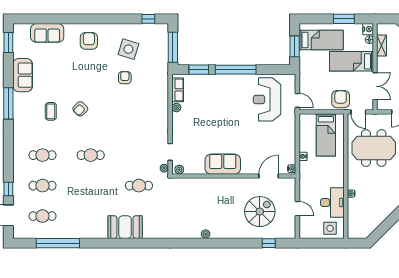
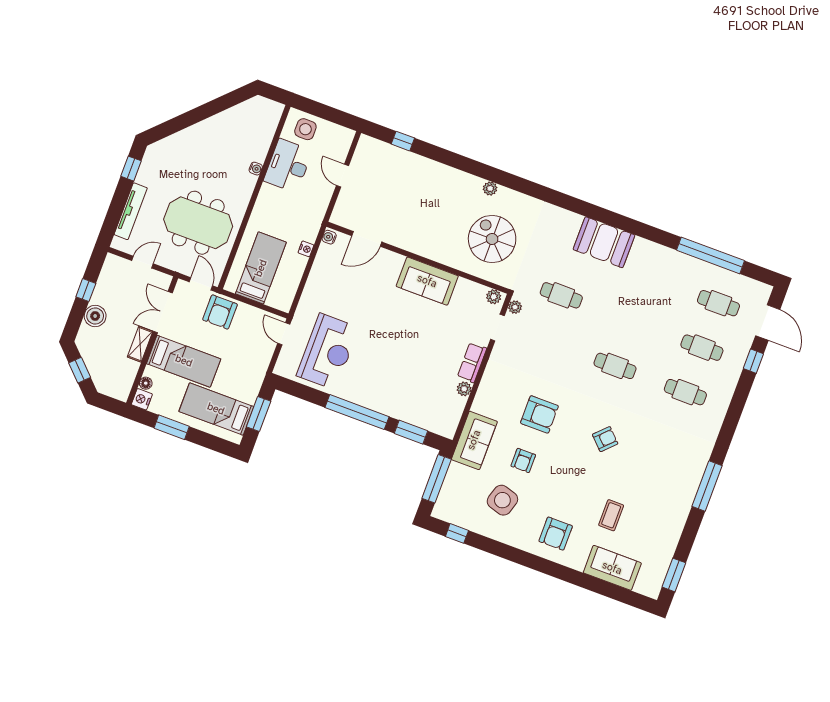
shelving: (382, 45) -> (140, 344), moved
sofa: (23, 75) -> (474, 440), moved, turned 180
row of seats: (178, 90) -> (472, 363), moved
armchair: (125, 109) -> (539, 414), added
coffee table: (51, 111) -> (611, 515), moved
spiral stairs: (260, 212) -> (492, 239), moved, turned 90

